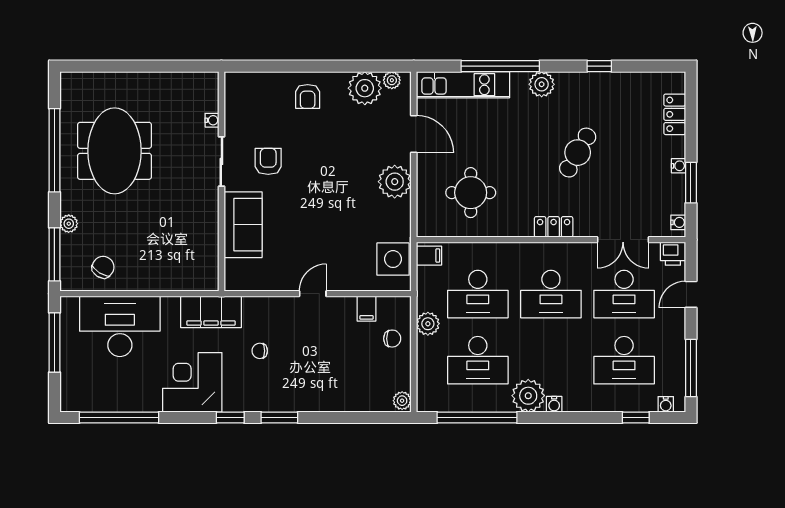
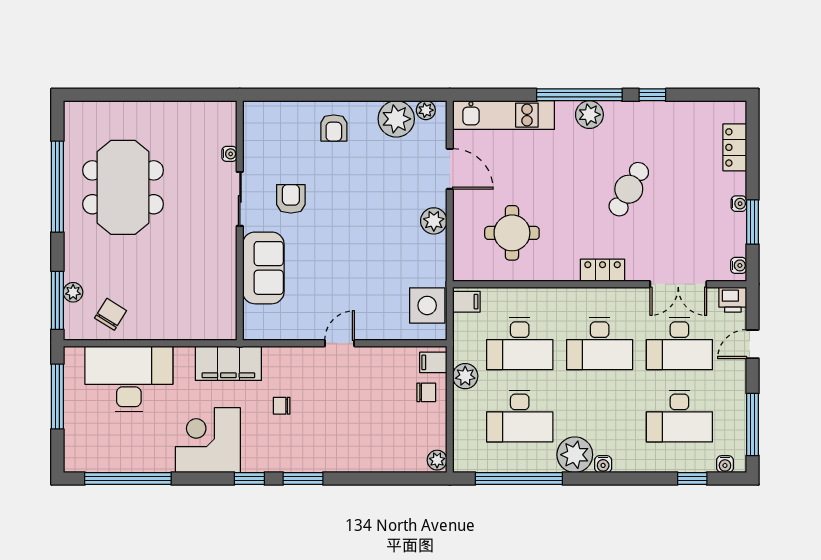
window: (500, 66) -> (579, 95), moved
plant: (395, 182) -> (434, 221), width x0.73, depth x0.73
plant: (69, 224) -> (73, 292), moved
filing cabinet: (367, 309) -> (433, 362), moved, turned 90

